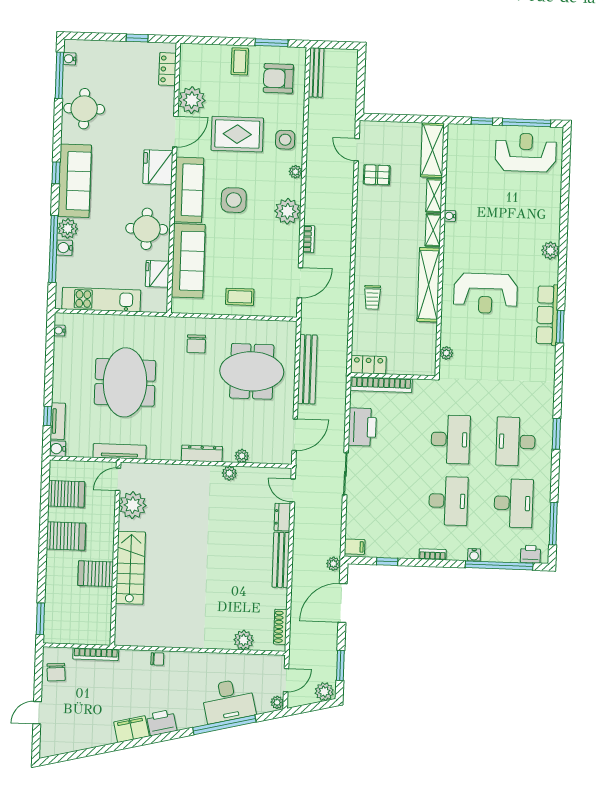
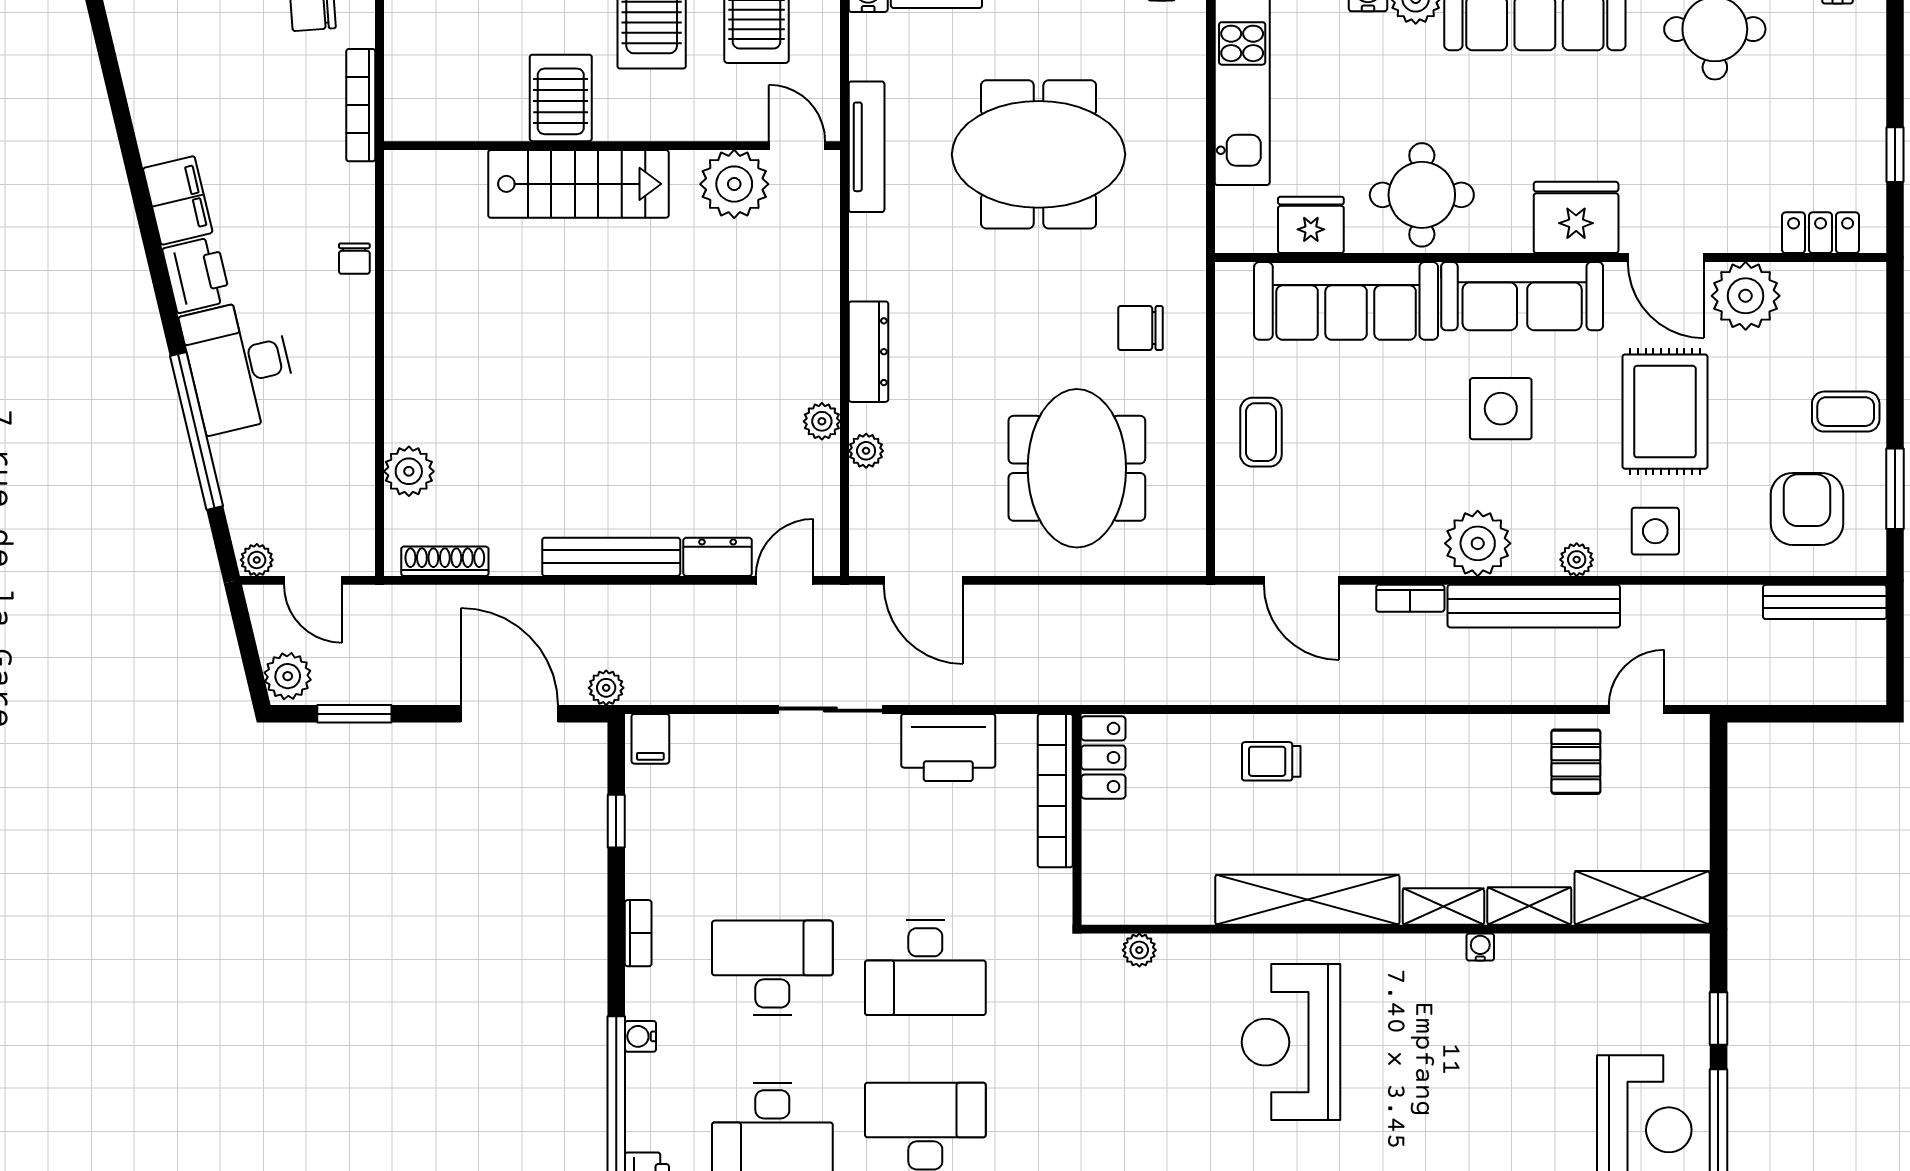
bench: (307, 369) -> (1534, 606), moved
desk: (448, 501) -> (772, 968), turned 180
desk: (228, 701) -> (239, 366), moved

